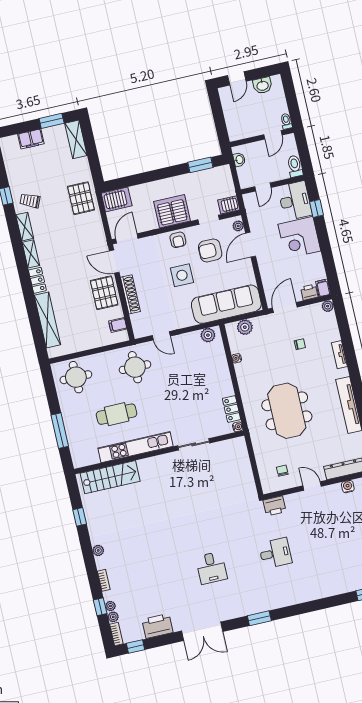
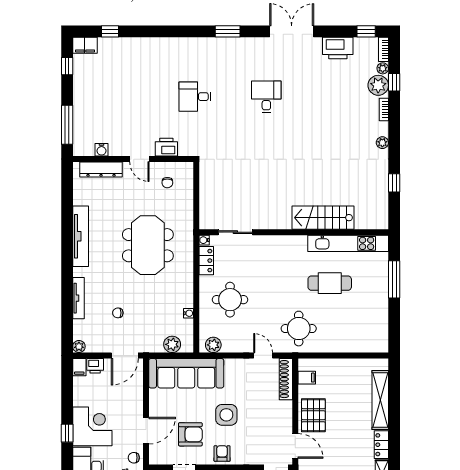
window: (316, 208) -> (67, 433), moved
chair: (256, 218) -> (134, 458), added
plant: (238, 226) -> (155, 454), removed
shoe rack: (130, 294) -> (286, 379), moved
tv unit: (339, 355) -> (78, 298), width x1.41
round table: (76, 377) -> (230, 300), moved
sliding door: (194, 444) -> (235, 232), moved
kitchen unit: (136, 447) -> (348, 243), moved
stairs: (110, 477) -> (323, 218), moved
printer: (275, 506) -> (166, 147), moved
plant: (110, 606) -> (378, 85), width x1.88, depth x1.88

